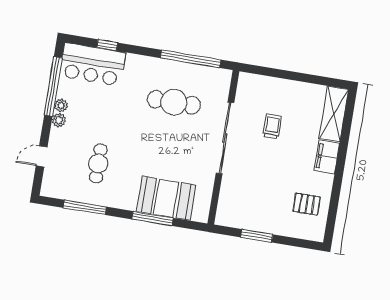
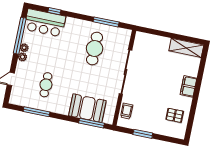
window: (191, 59) -> (106, 22), width x0.68
cafe table: (174, 102) -> (95, 49), turned 90
shelving: (334, 114) -> (186, 48), moved, turned 90
trolley: (272, 126) -> (127, 111), moved
window: (153, 219) -> (91, 123), moved

